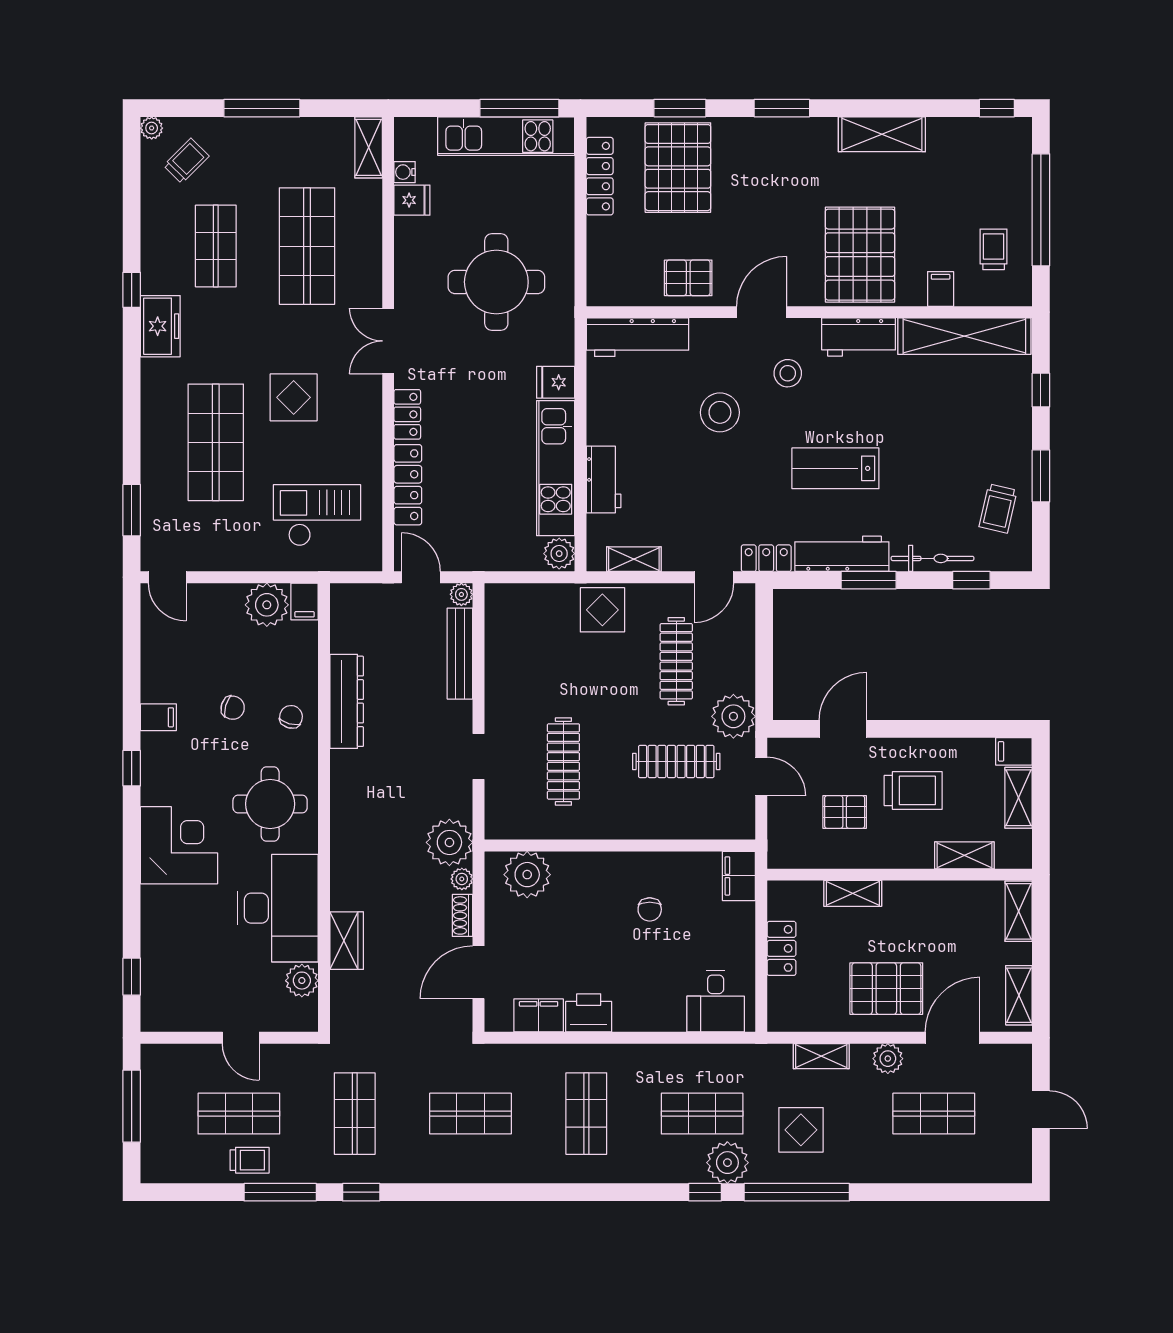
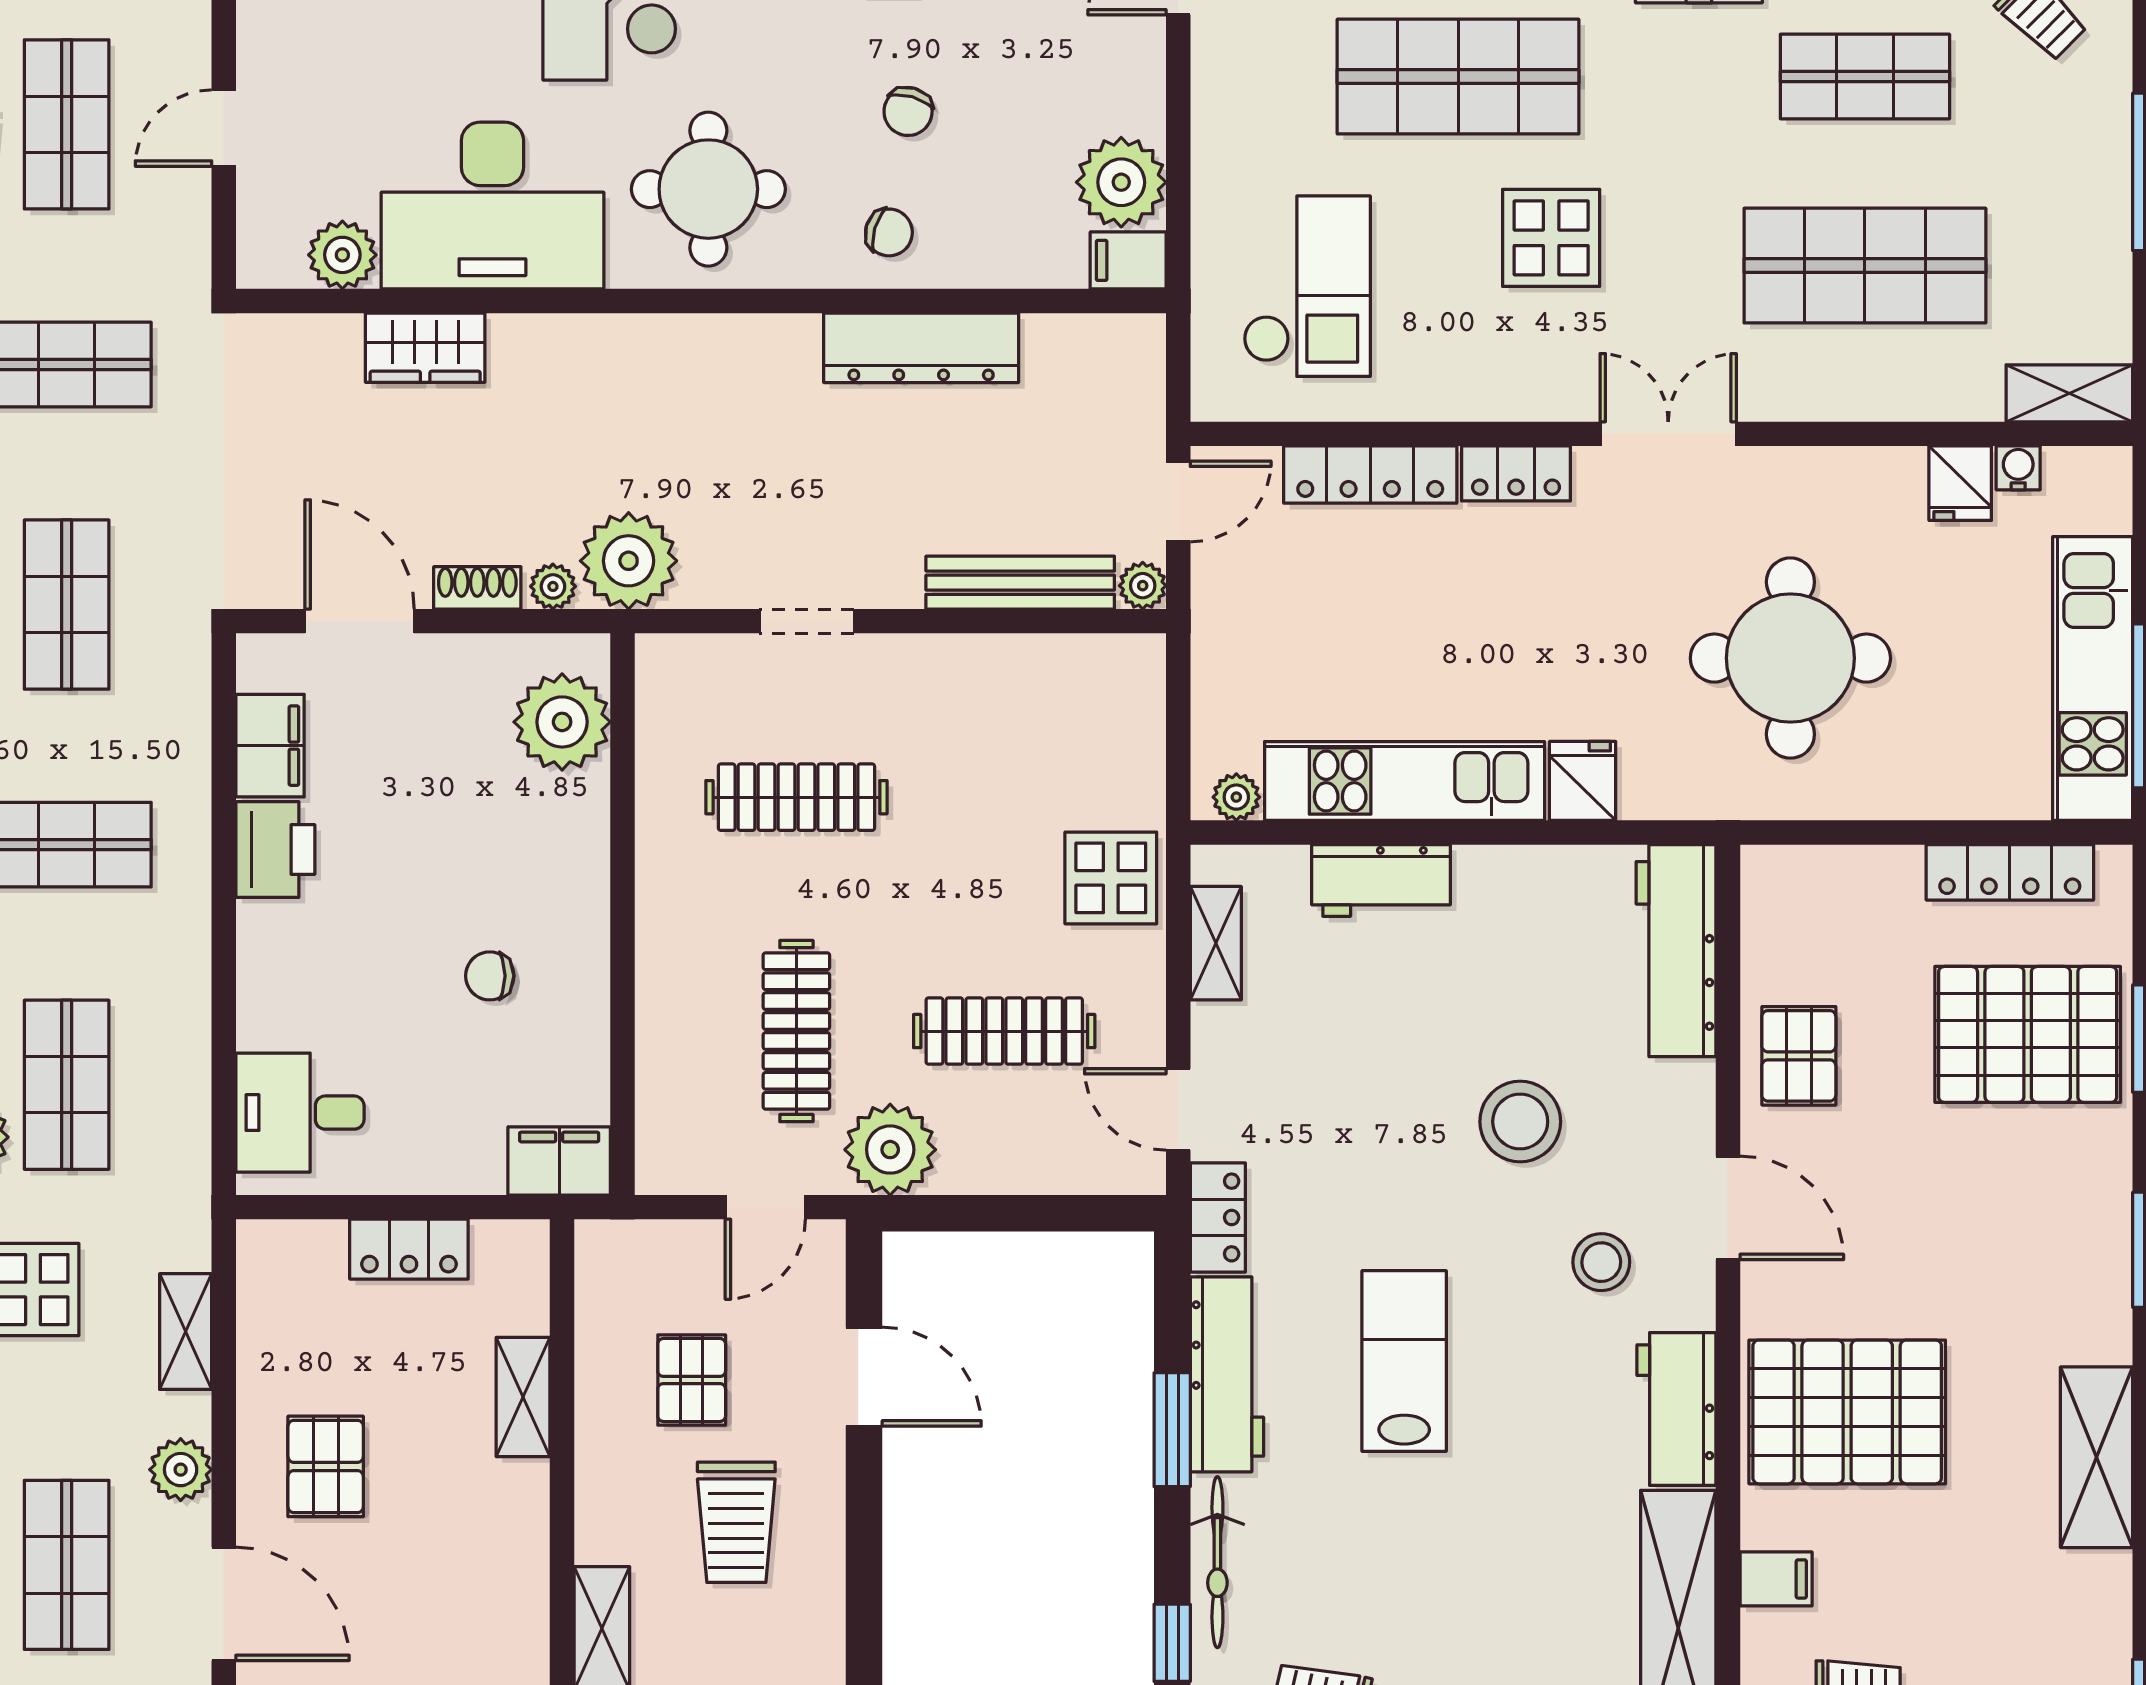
plant: (559, 554) -> (1236, 797), width x0.73, depth x0.73
pallet: (886, 989) -> (326, 1466), width x0.67, depth x0.71

